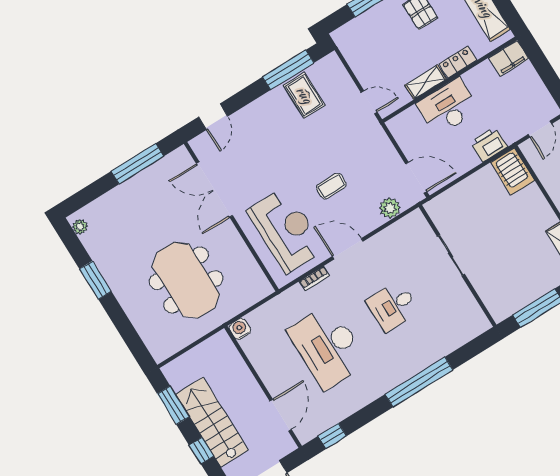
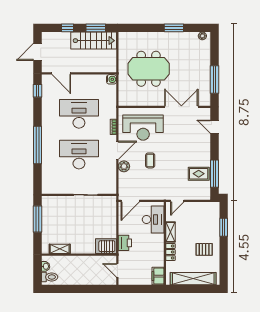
desk: (448, 107) -> (153, 219), moved
plant: (390, 208) -> (124, 166), moved
desk: (393, 306) -> (79, 155), width x1.87, depth x1.30
stairs: (212, 422) -> (94, 41), moved

